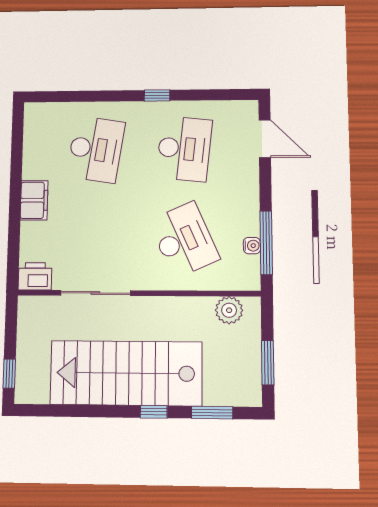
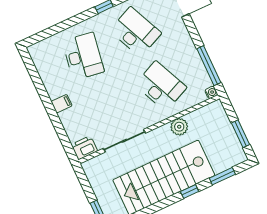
desk: (184, 149) -> (136, 32), turned -30
filing cabinet: (34, 200) -> (62, 104), width x0.50
water cooler: (252, 246) -> (211, 92), moved
plant: (229, 310) -> (179, 127), moved

